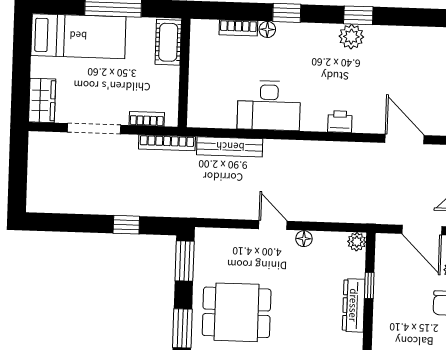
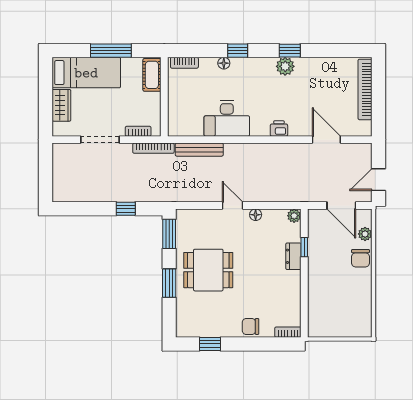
bookcase: (238, 28) -> (184, 63), moved
wardrobe: (42, 100) -> (61, 105), moved
dresser: (354, 305) -> (293, 256), width x0.70

